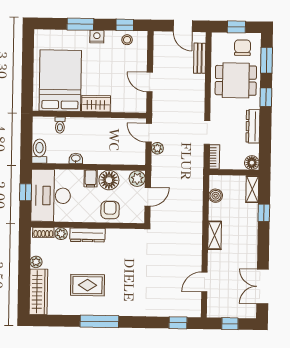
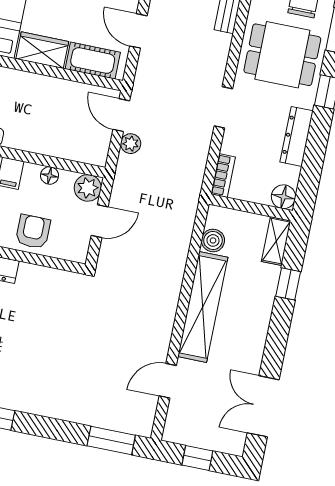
cot: (126, 104) -> (93, 61), added
doorway: (207, 132) -> (223, 107), moved
floor lamp: (109, 180) -> (50, 176), width x0.53, depth x0.53
shelving: (215, 235) -> (203, 307), width x2.20, depth x1.33
window: (178, 323) -> (111, 440), width x1.50

